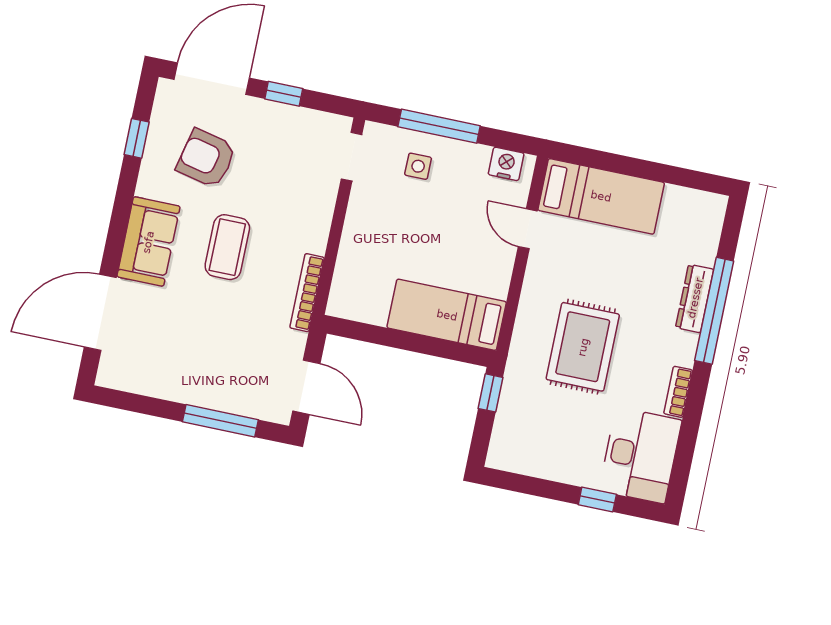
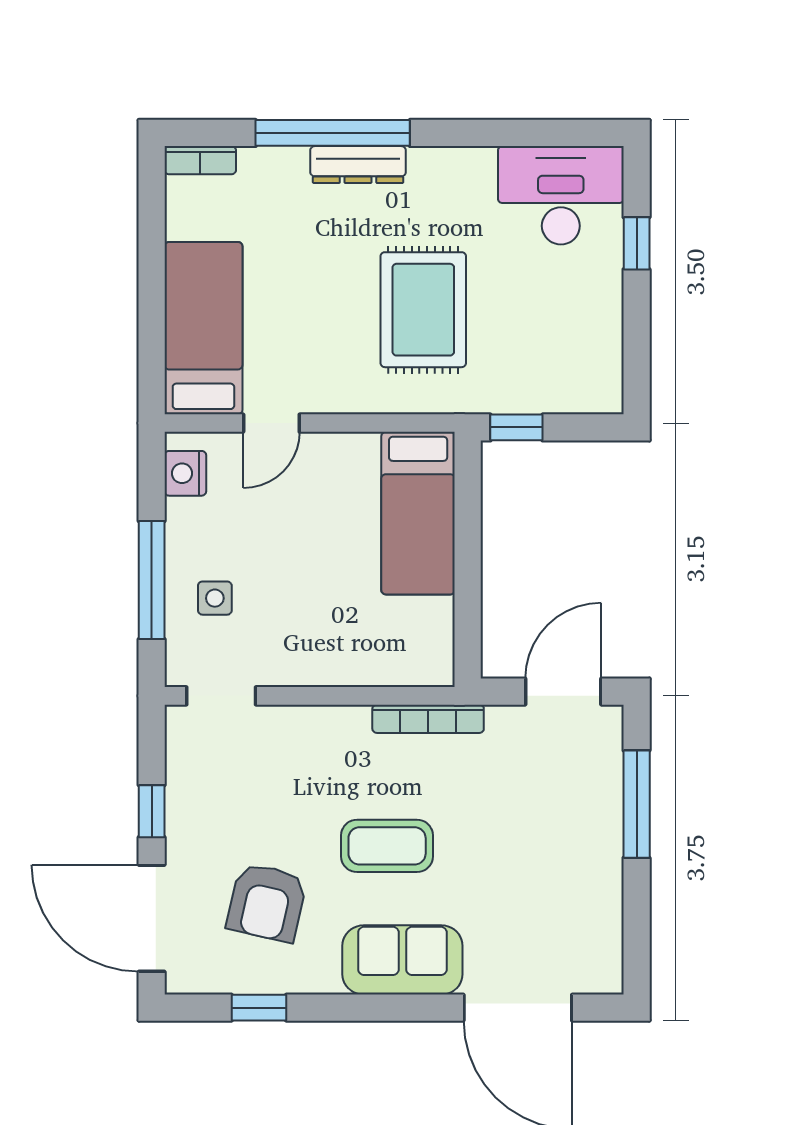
dresser: (695, 298) -> (358, 165), moved
rug: (583, 347) -> (423, 310), turned 90
bookcase: (678, 392) -> (200, 160), moved

